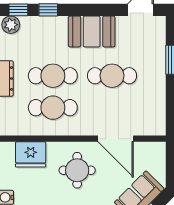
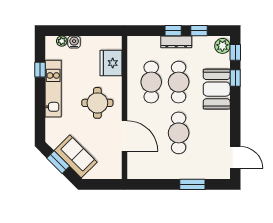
booth: (92, 31) -> (217, 89), moved
door: (116, 139) -> (125, 136), swing flipped

